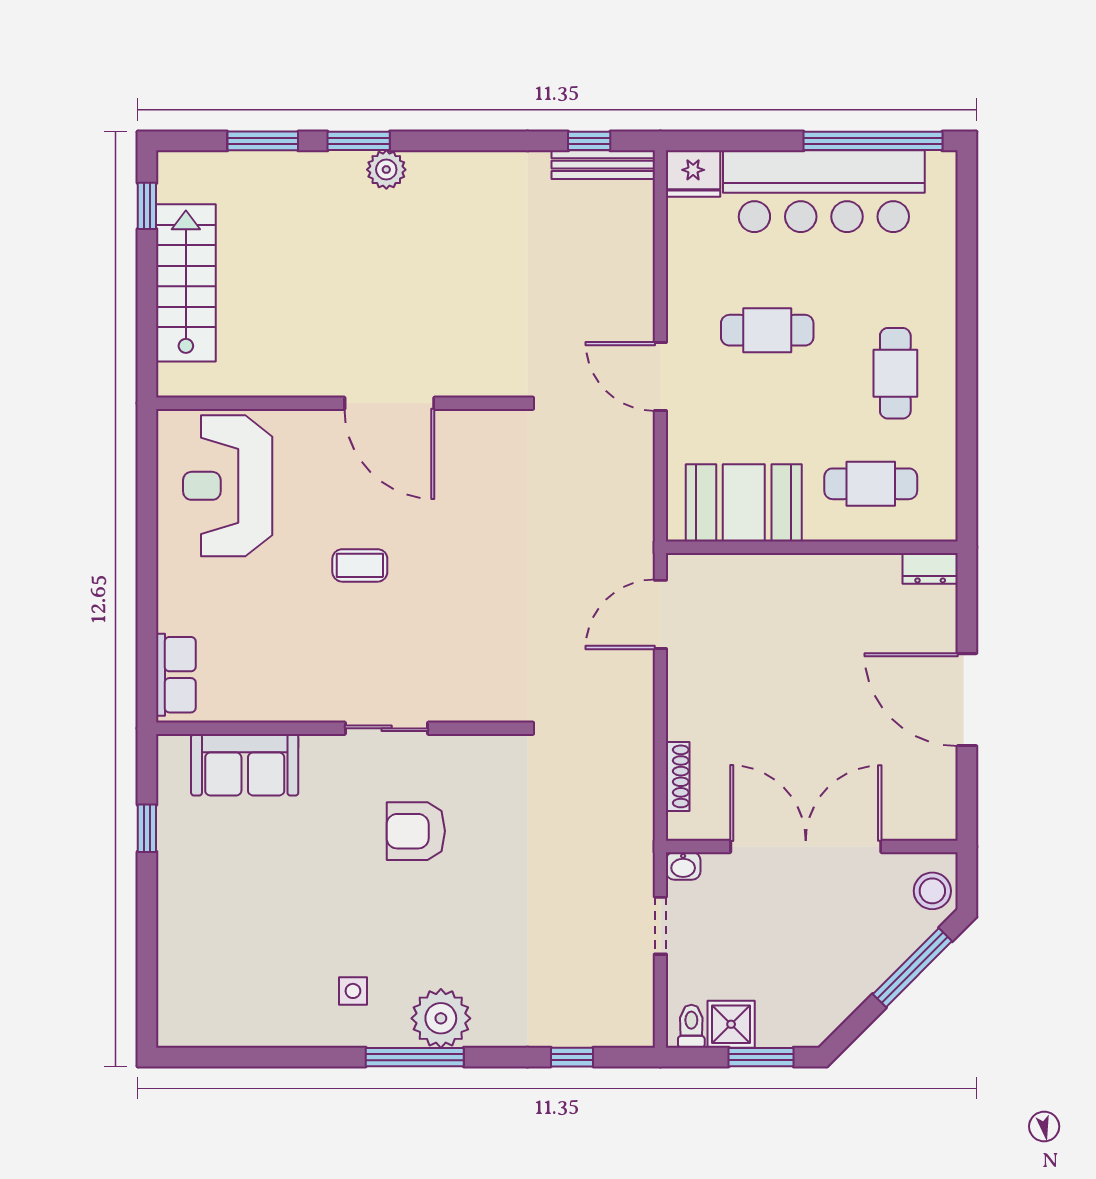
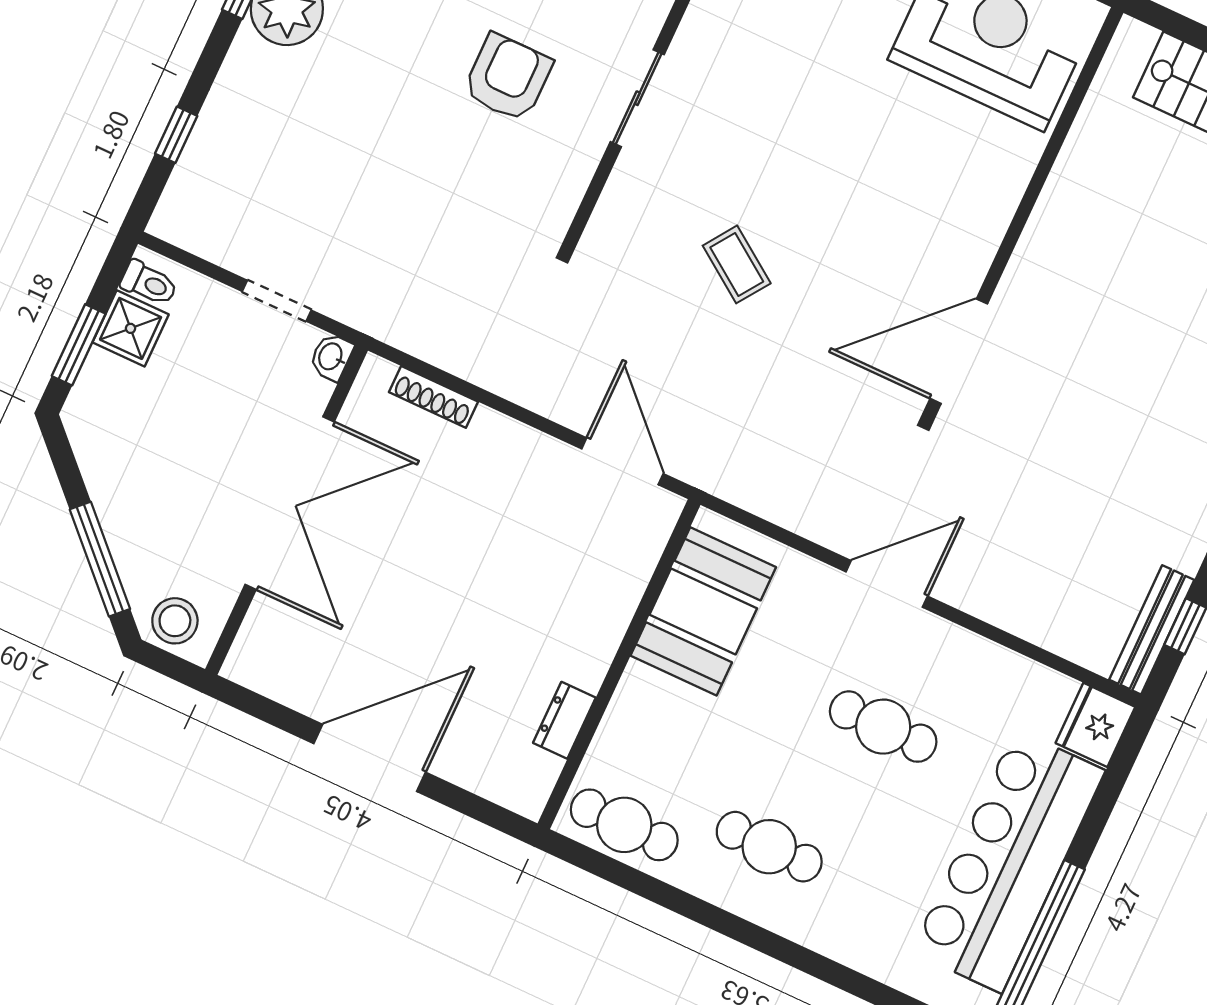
cafe table: (767, 330) -> (883, 727), turned 90
door: (389, 403) -> (959, 351), moved
cafe table: (871, 484) -> (624, 825), moved, turned 90
coffee table: (360, 565) -> (737, 264), moved, turned -55
dresser: (930, 568) -> (564, 720), moved

